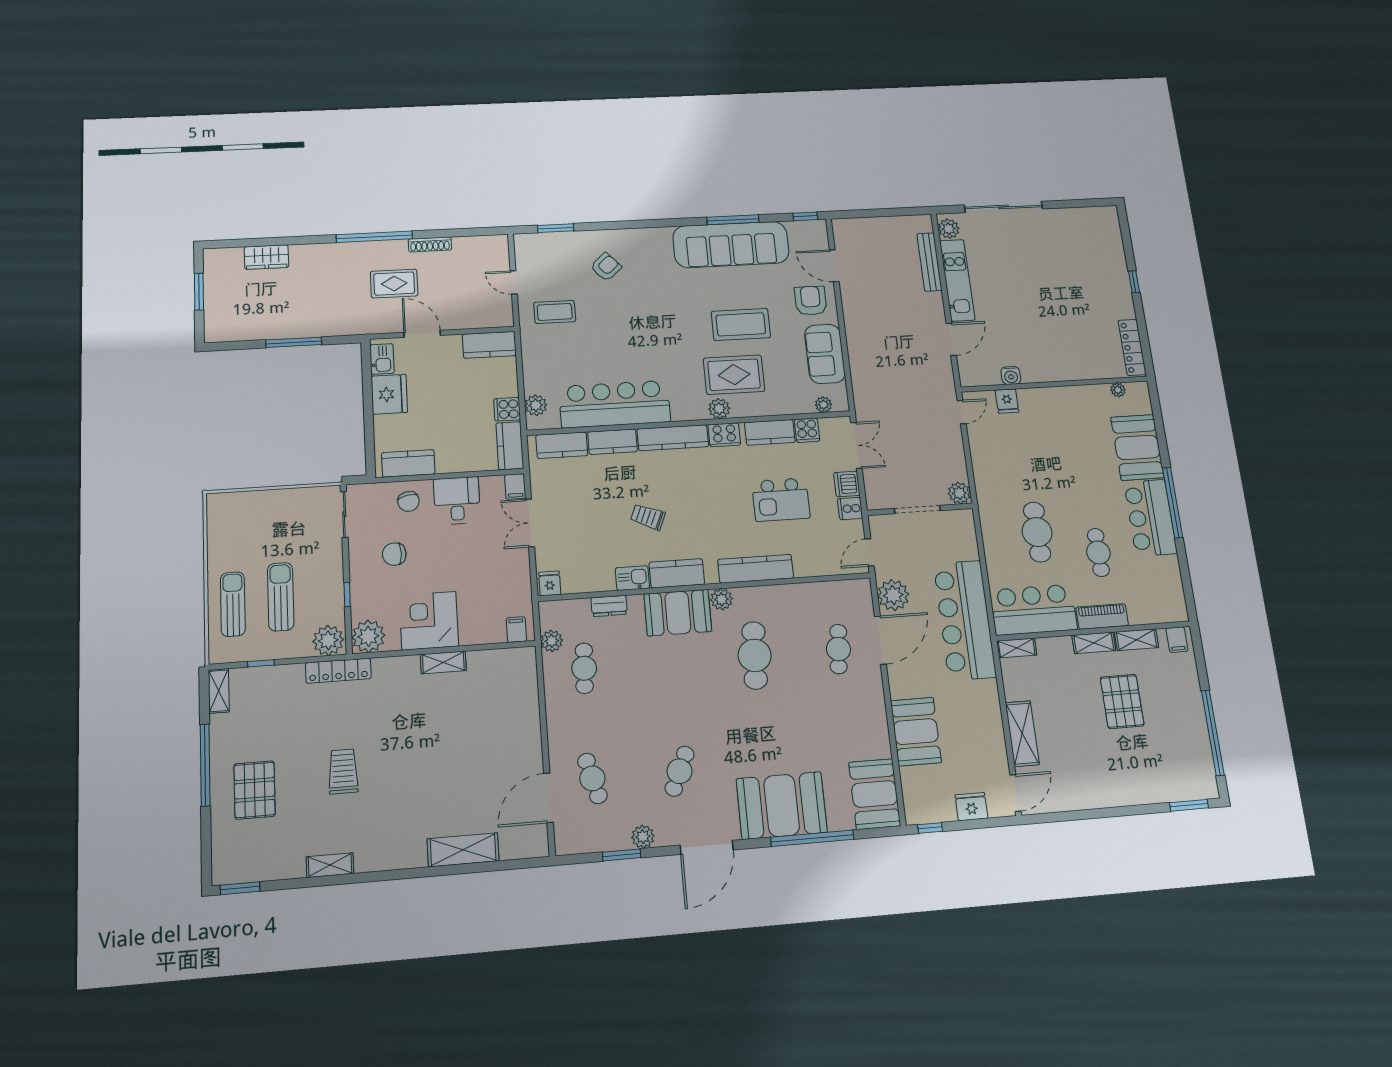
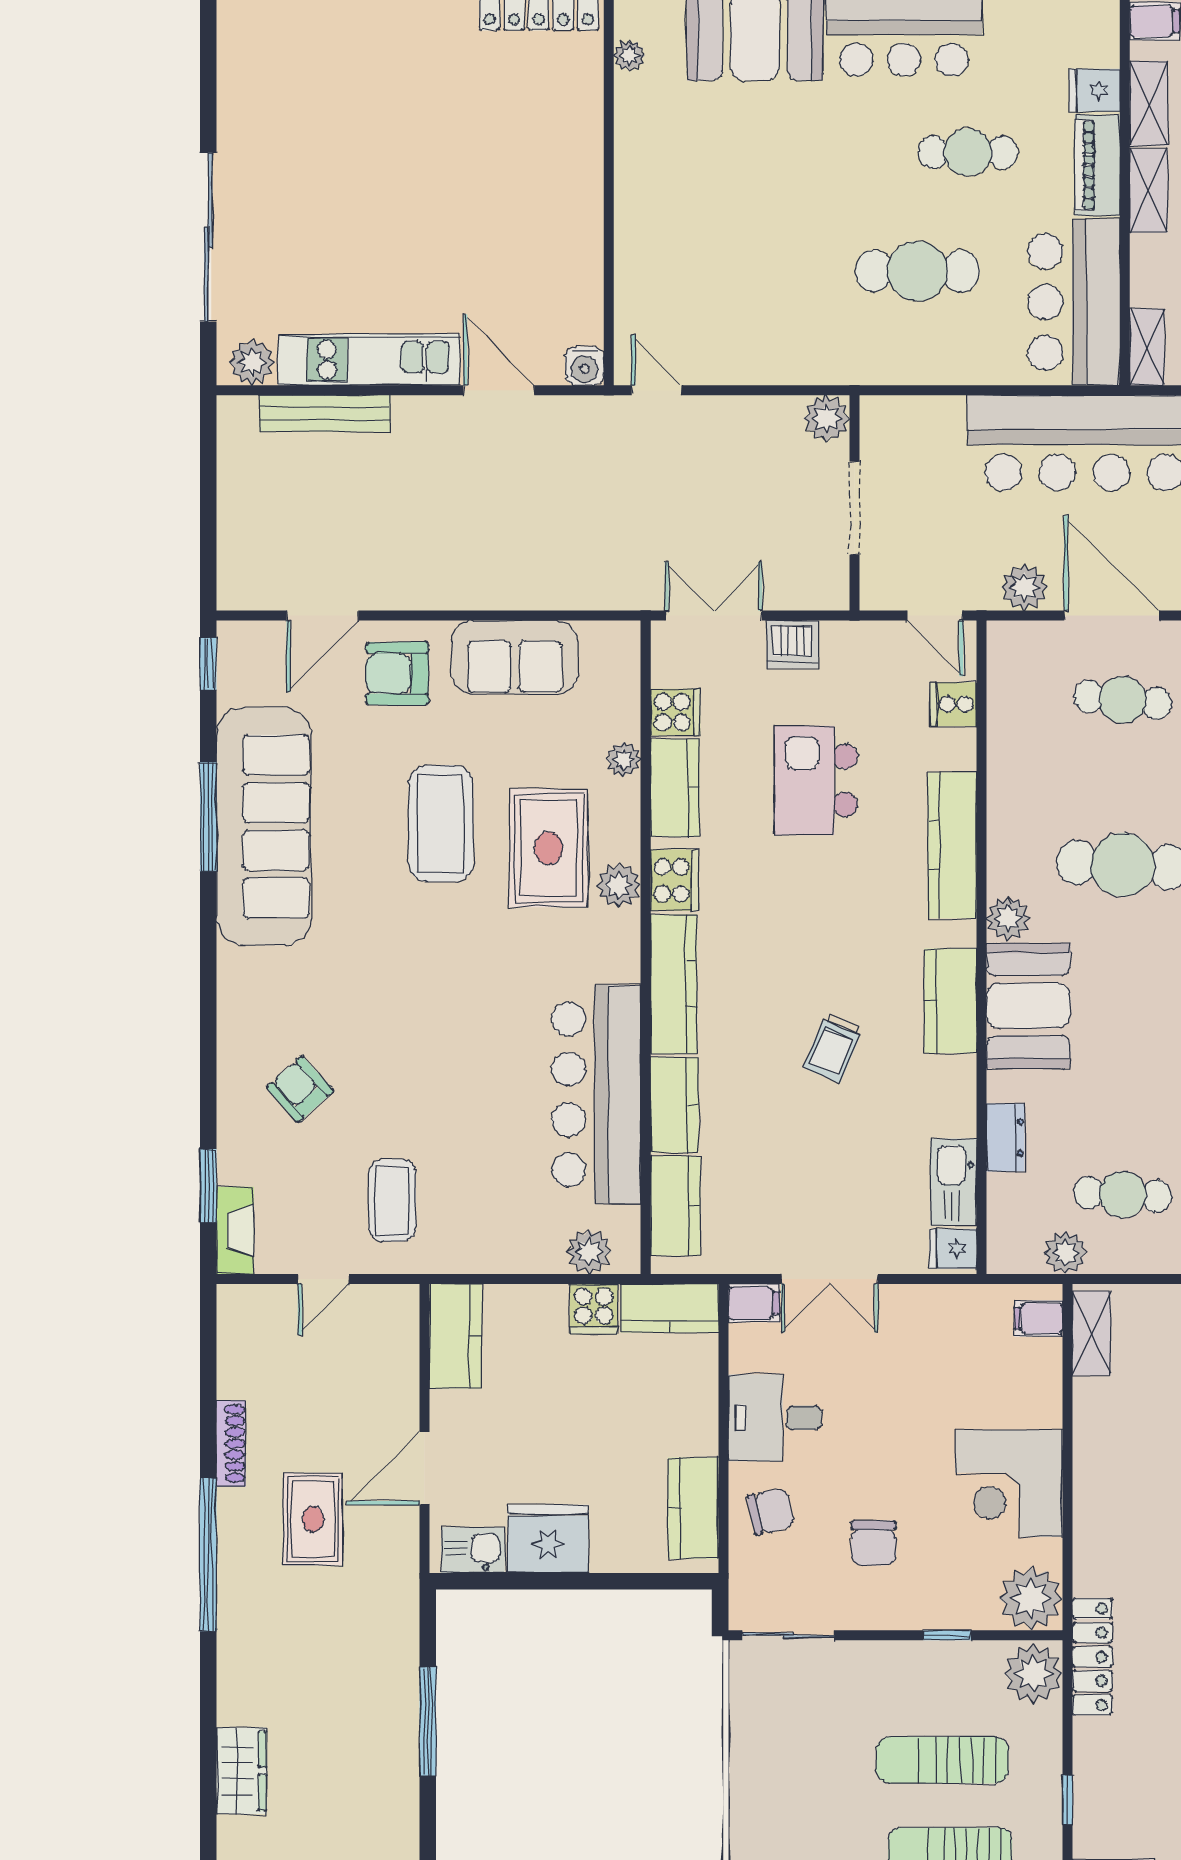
fireplace: (535, 241) -> (235, 1230), added
water cooler: (1011, 375) -> (584, 366), moved, turned 90
fridge: (1007, 401) -> (1095, 90), moved, turned 180
plant: (823, 405) -> (623, 760), moved
kitchen island: (781, 500) -> (816, 780), turned 180
cooker: (850, 509) -> (953, 704), moved, turned 90
kitchen sink: (632, 578) -> (954, 1182), moved, width x1.38
plant: (893, 595) -> (1024, 587), width x0.73, depth x0.73
shelving: (443, 662) -> (1091, 1333), moved

